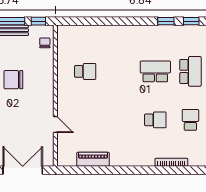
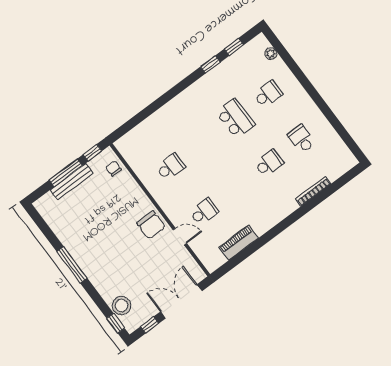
school desk: (155, 71) -> (235, 118), turned 90
school desk: (190, 71) -> (268, 94), width x0.54
chair: (13, 80) -> (151, 225), moved, turned -90
school desk: (85, 120) -> (204, 212), added

